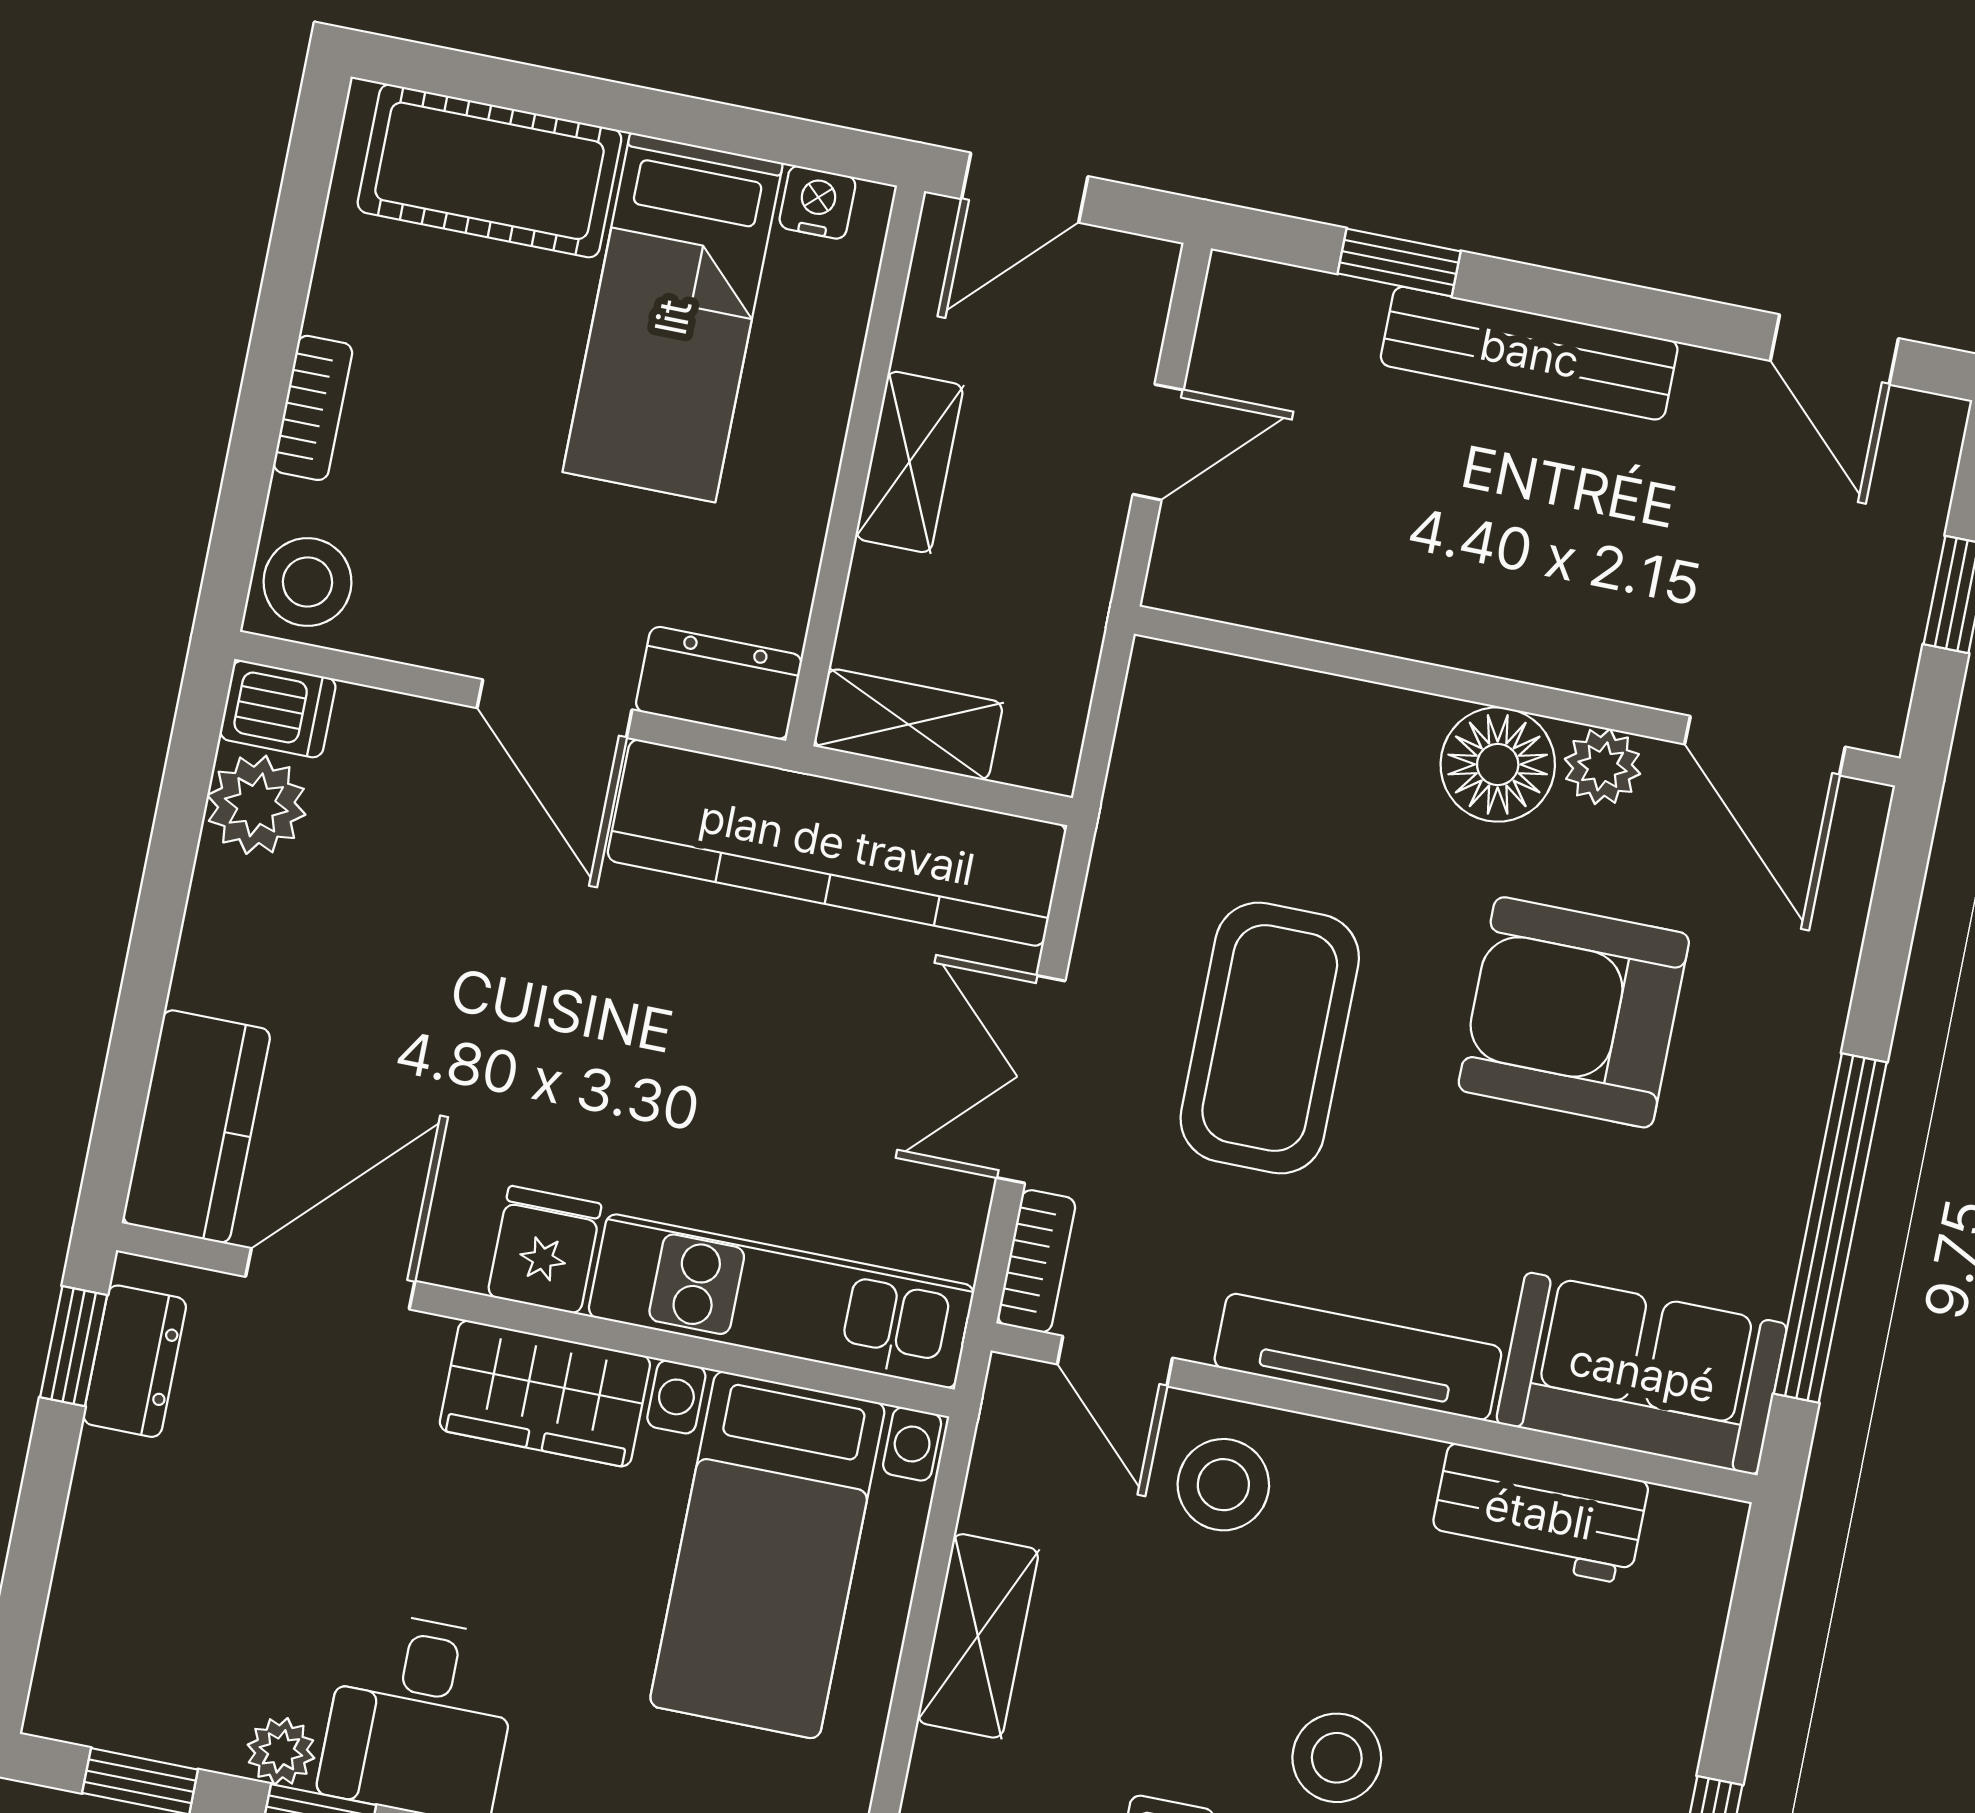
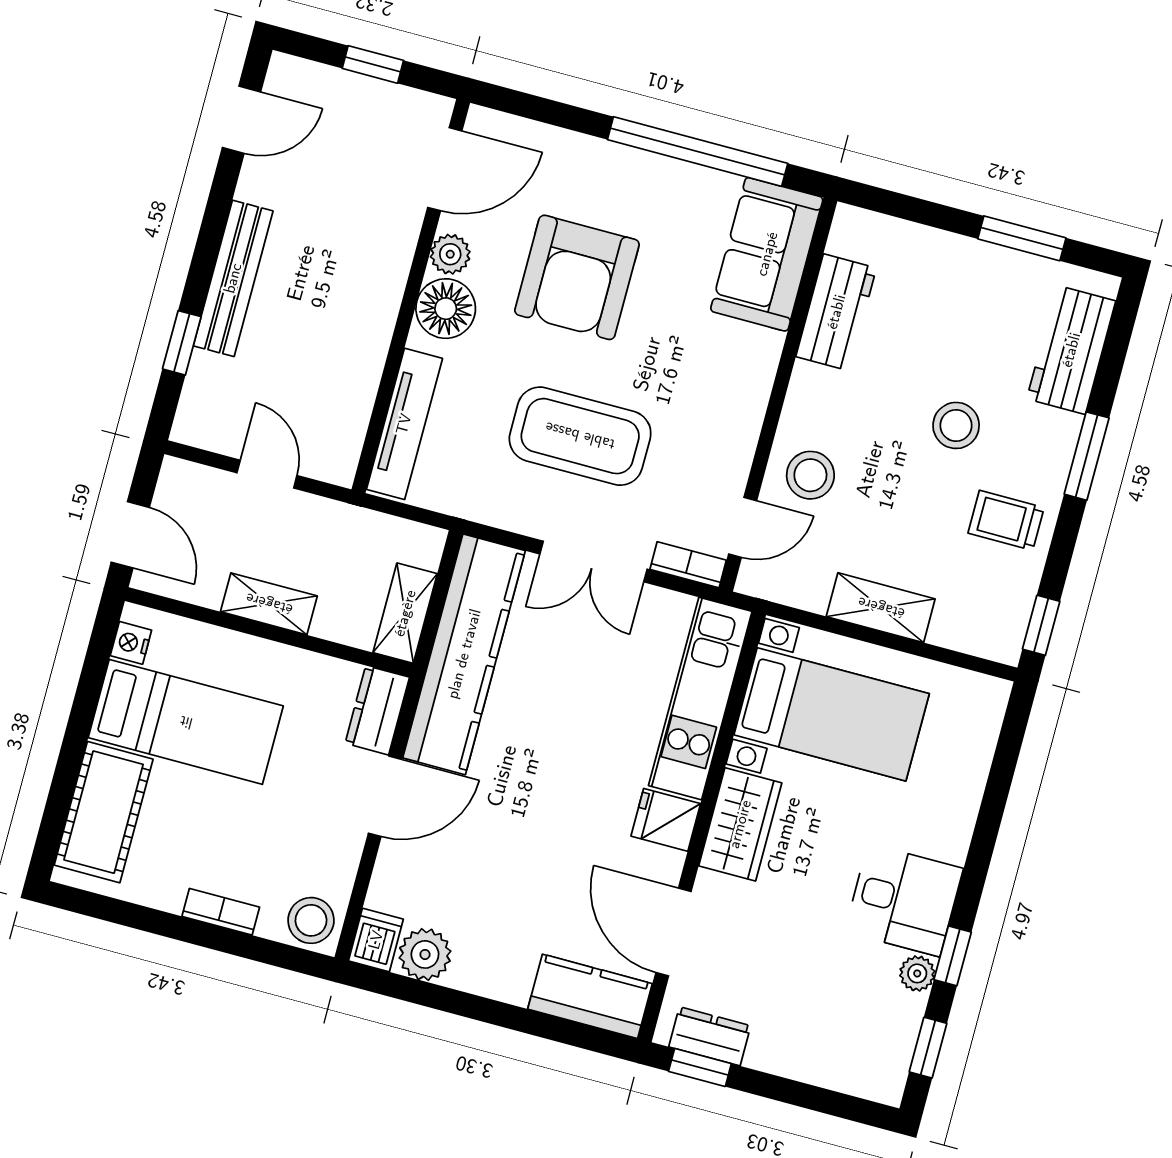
tv unit: (1358, 1357) -> (404, 424), moved, turned 180

